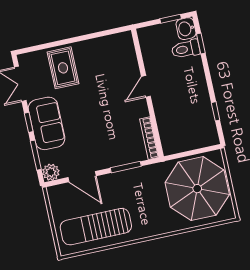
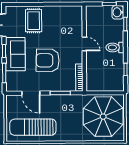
toilet: (186, 49) -> (115, 47), moved
door: (146, 86) -> (84, 44), swing flipped
armchair: (97, 122) -> (48, 60), added
plant: (51, 172) -> (11, 86), removed

